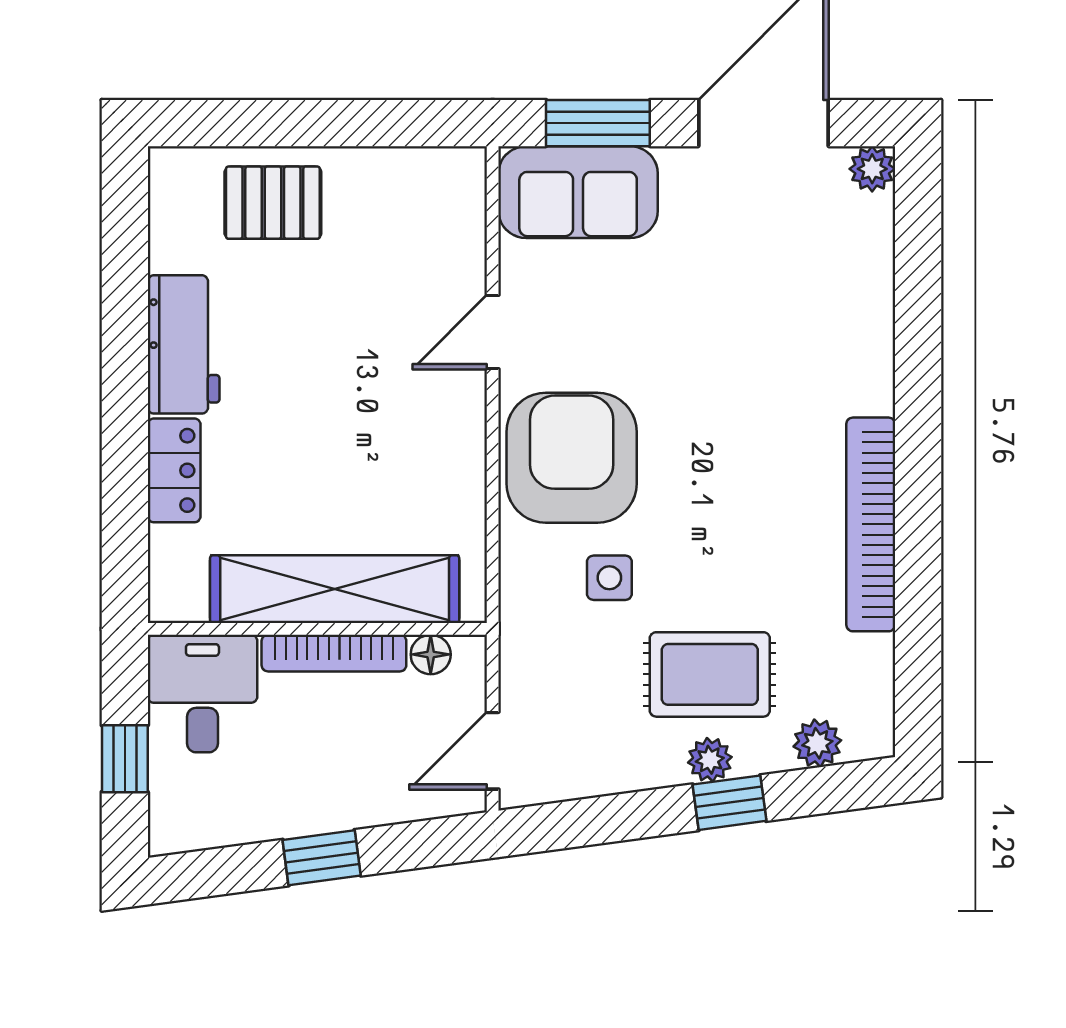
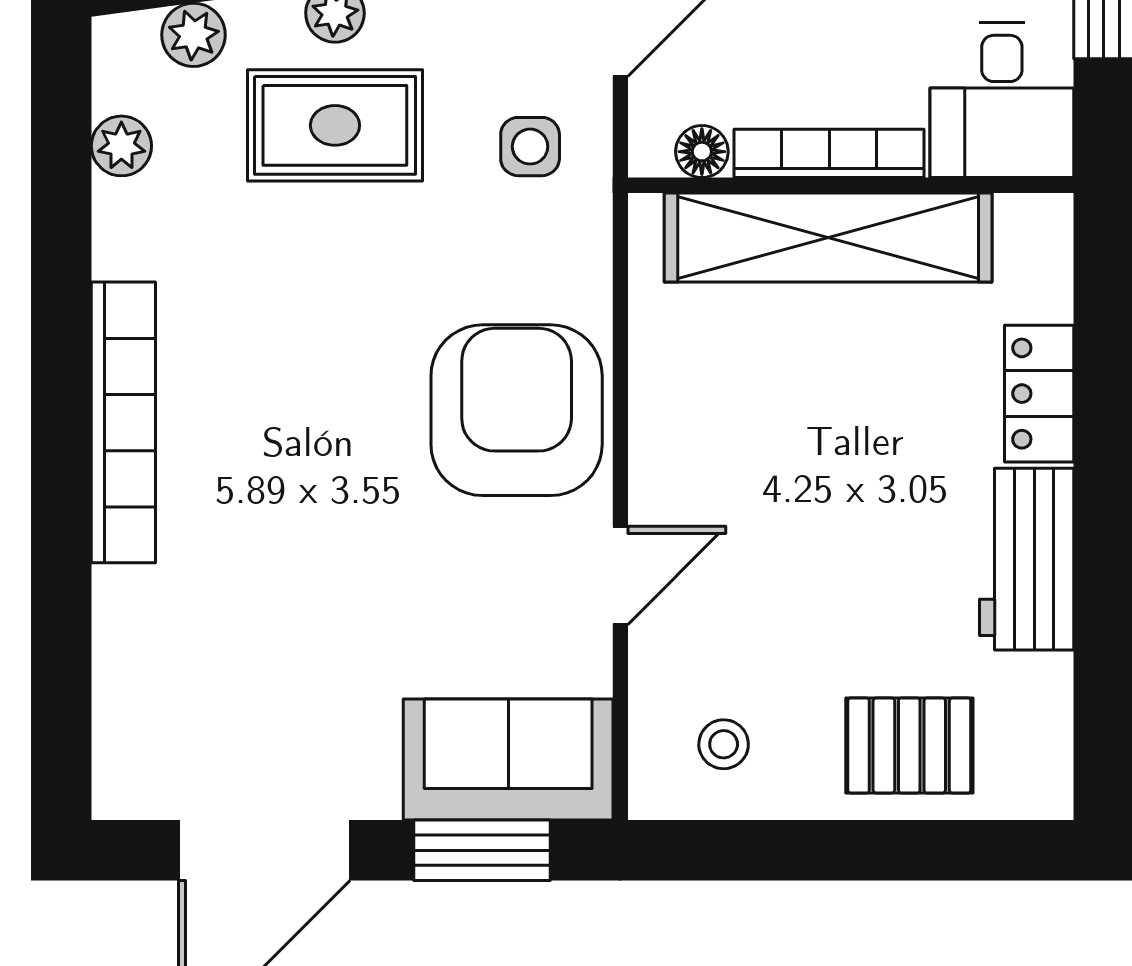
plant: (872, 169) -> (121, 146), moved
stool: (414, 204) -> (724, 744), added
armchair: (572, 458) -> (517, 410), turned 180
bookcase: (871, 524) -> (123, 422), moved
side table: (609, 578) -> (530, 147), moved

